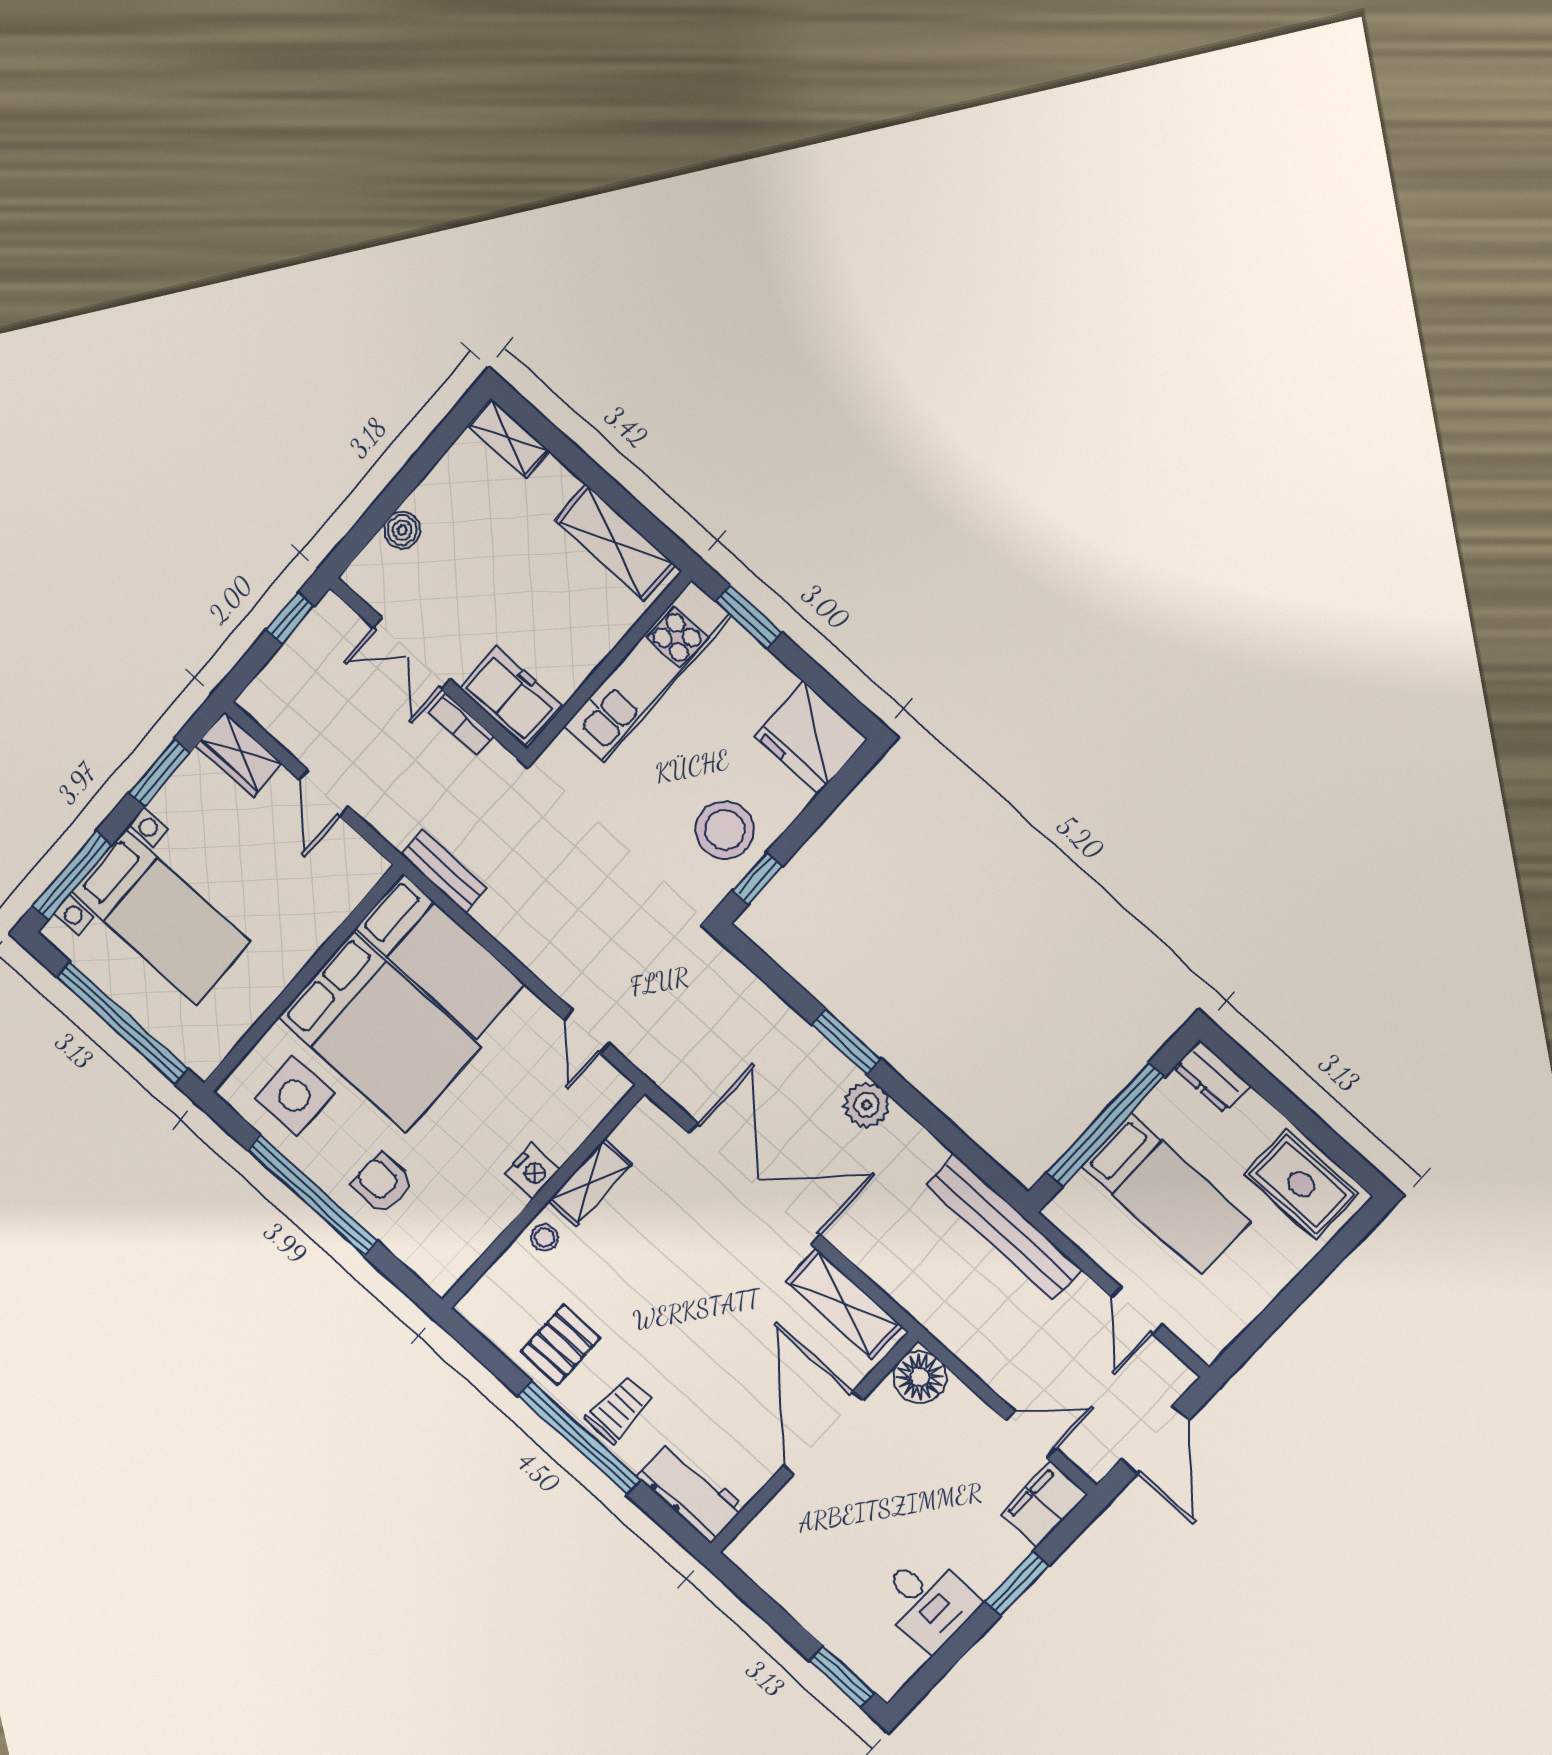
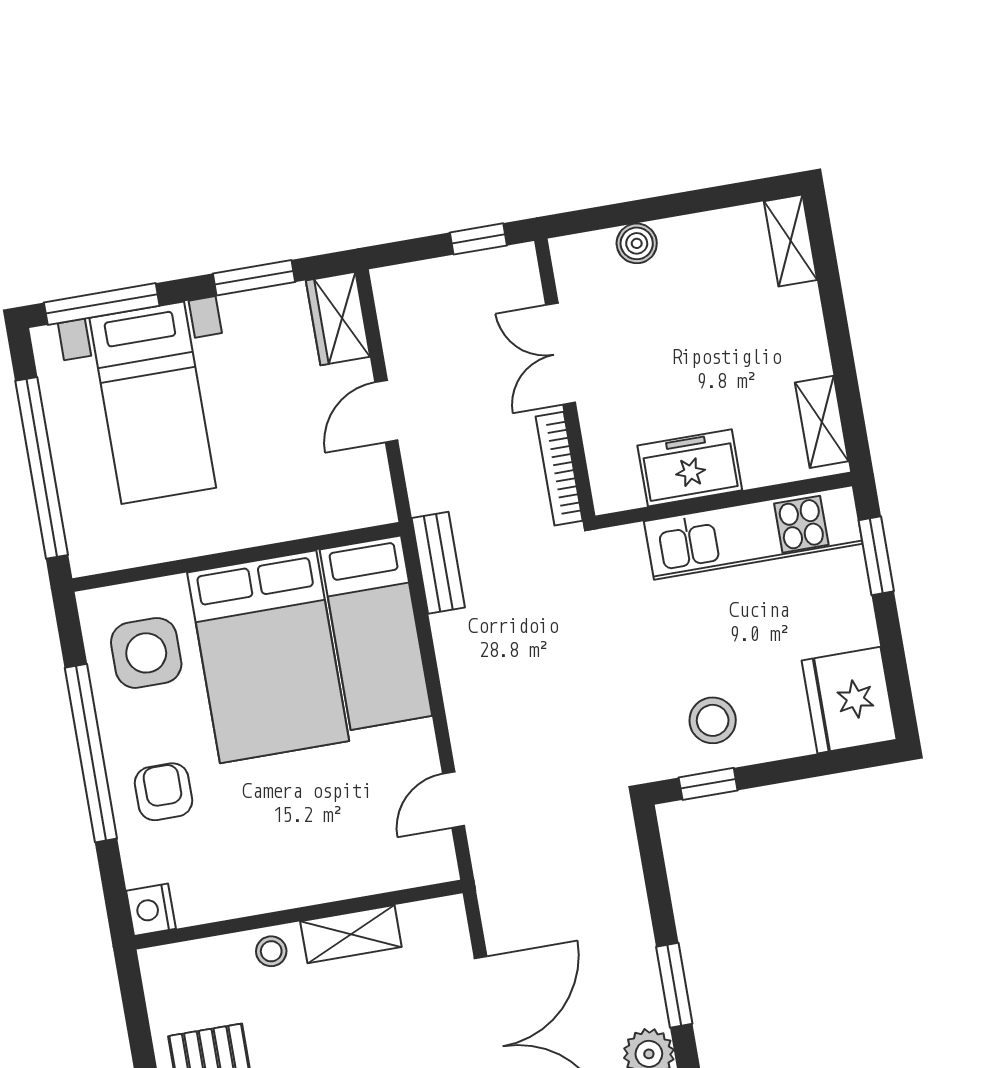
shelving: (615, 543) -> (822, 422), width x0.67, depth x0.75
freezer: (510, 697) -> (690, 468), moved, turned -90
bookcase: (462, 724) -> (559, 469), width x1.56
stool: (725, 830) -> (713, 720), width x0.73, depth x0.73
nightstand: (533, 1171) -> (151, 910), moved, turned 90

